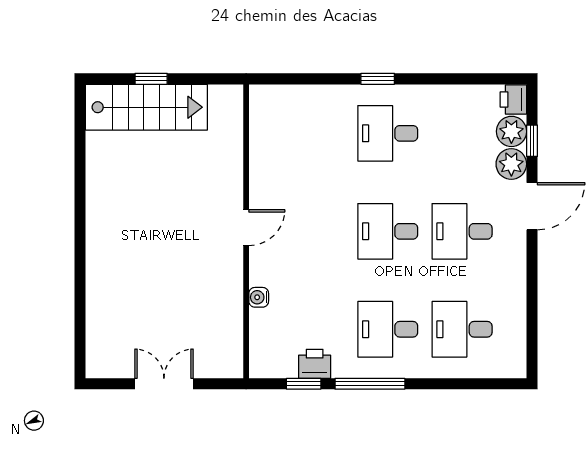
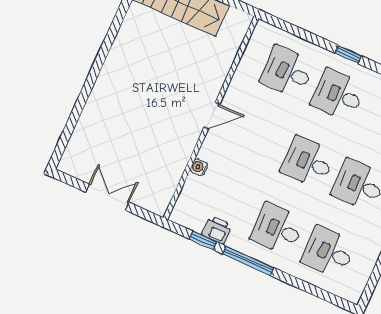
desk: (313, 133) -> (287, 72), added

